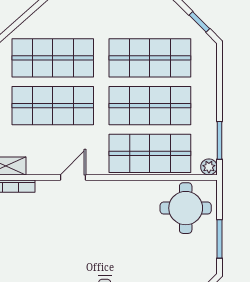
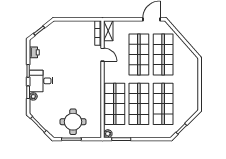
door: (73, 177) -> (102, 55), moved
round table: (186, 208) -> (73, 122), moved

